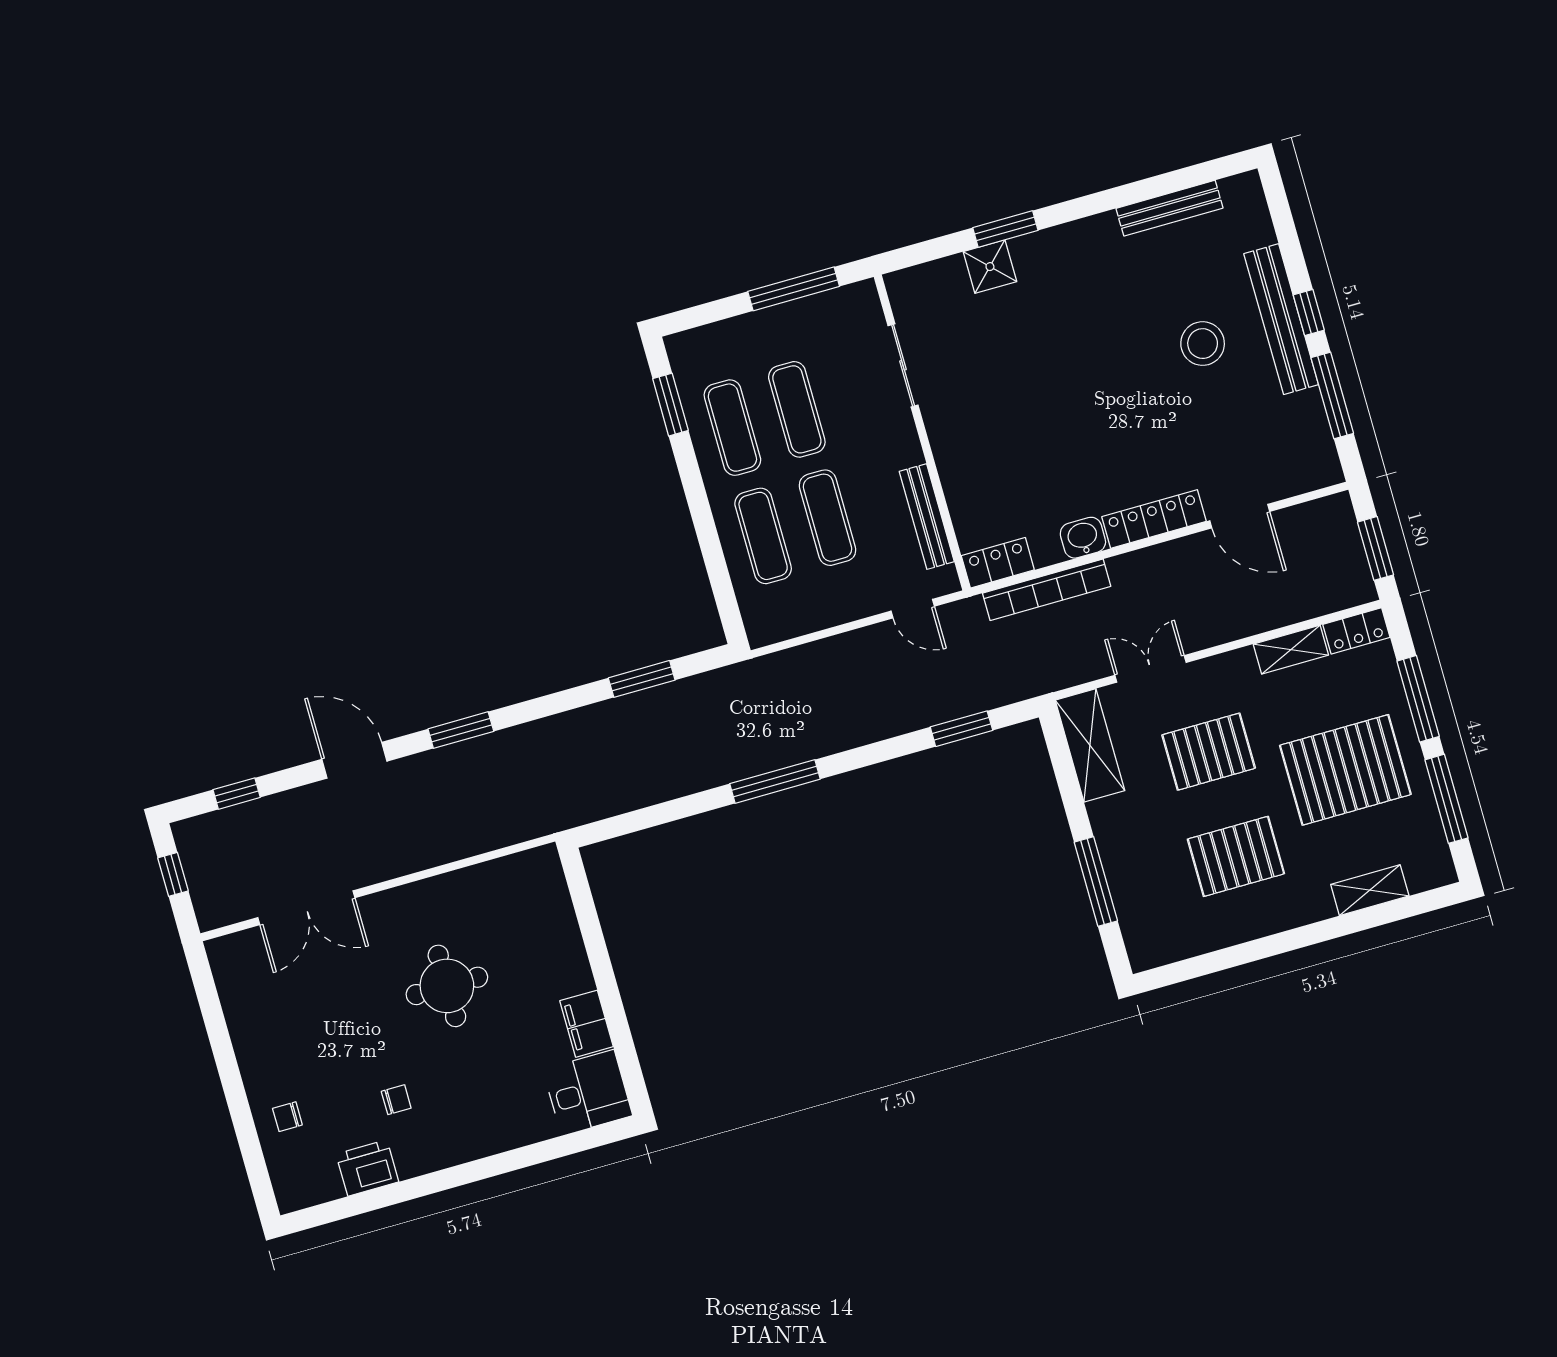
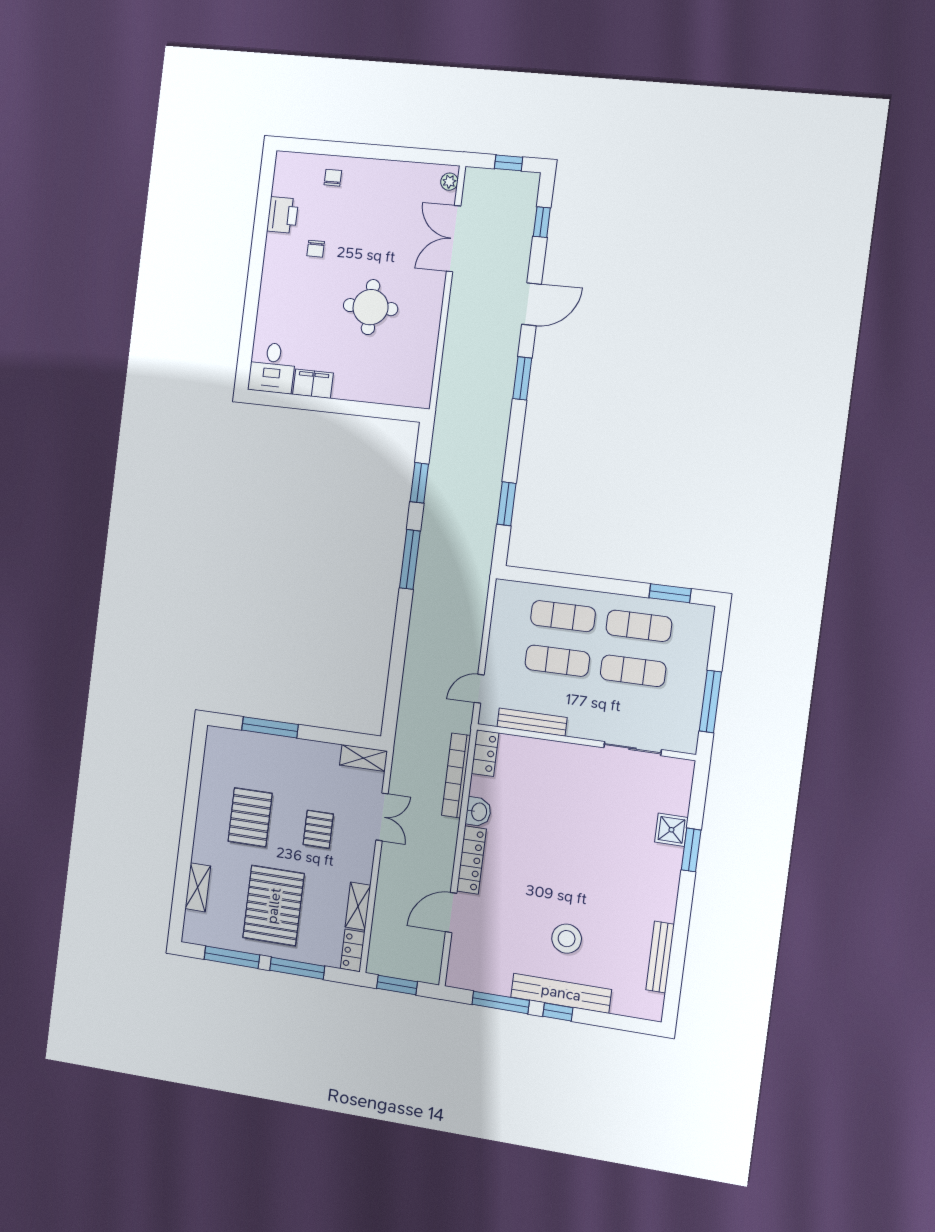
window: (961, 729) -> (419, 483), moved
shelving: (1090, 745) -> (363, 758), width x0.67, depth x0.75
pallet: (1209, 752) -> (318, 829), width x0.67, depth x0.71
plant: (230, 947) -> (449, 182), added

